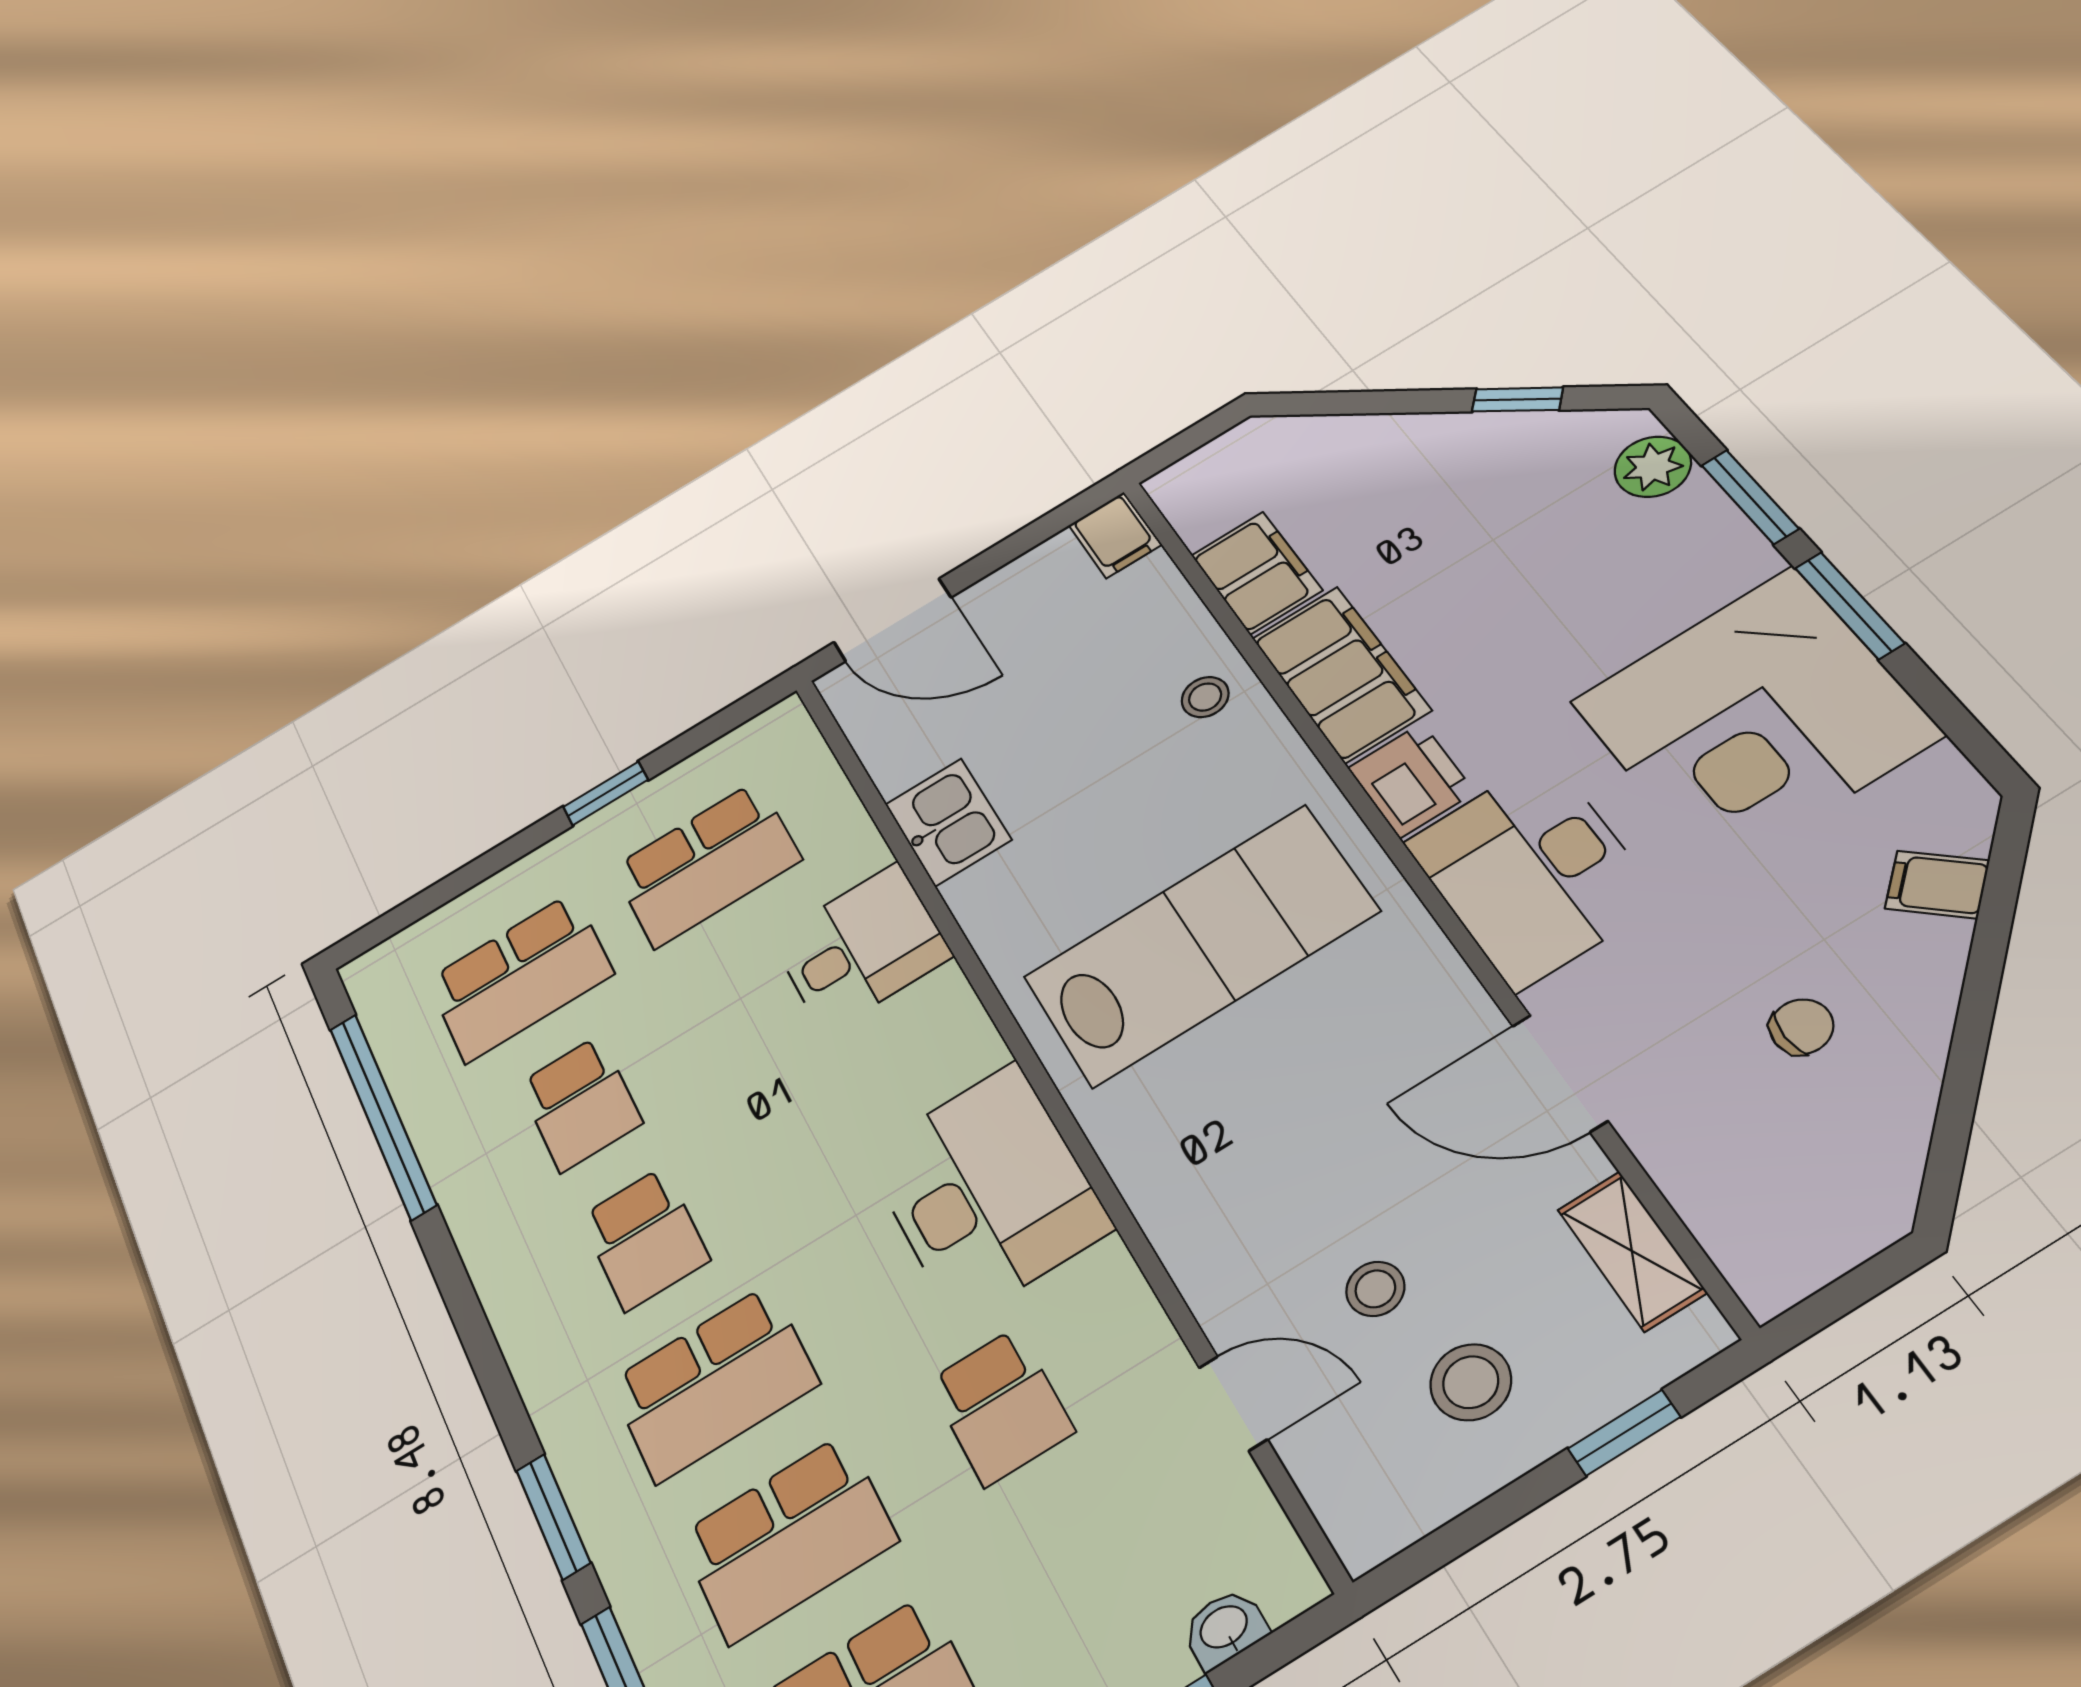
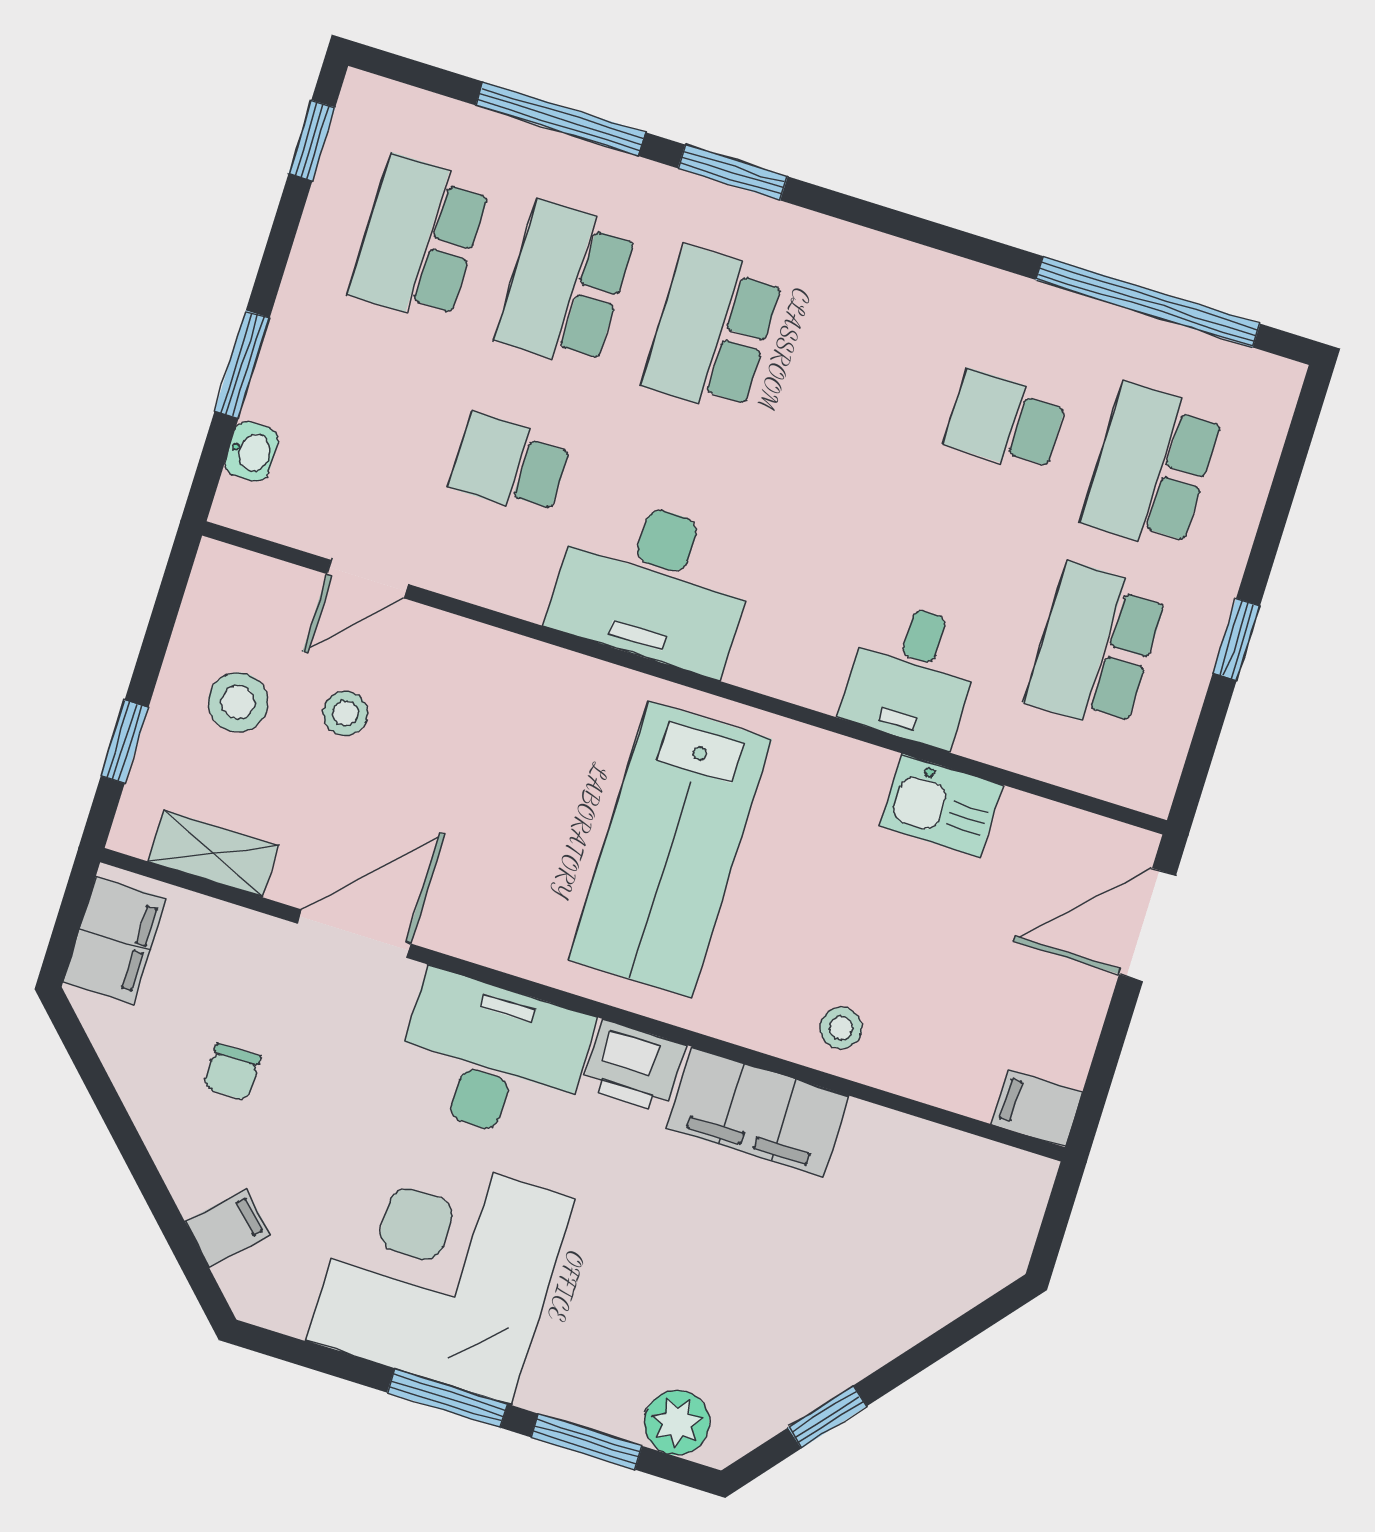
filing cabinet: (1256, 573) -> (115, 940), moved, turned -90
school desk: (645, 1238) -> (859, 376), removed

